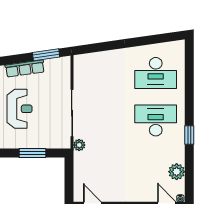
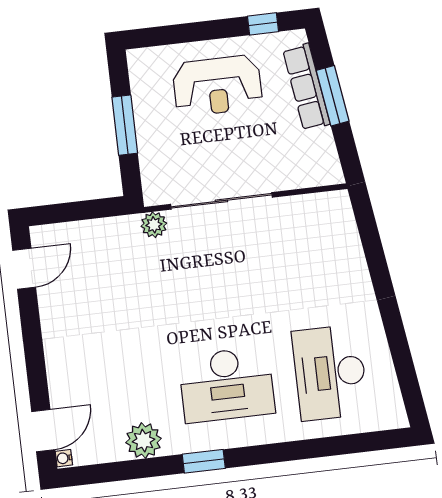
window: (46, 55) -> (333, 96), moved
desk: (156, 120) -> (227, 385), turned 90
plant: (177, 172) -> (144, 441), moved

